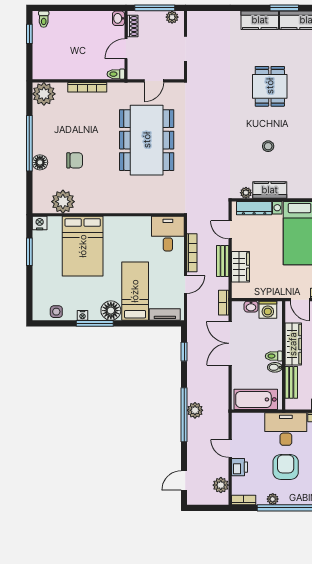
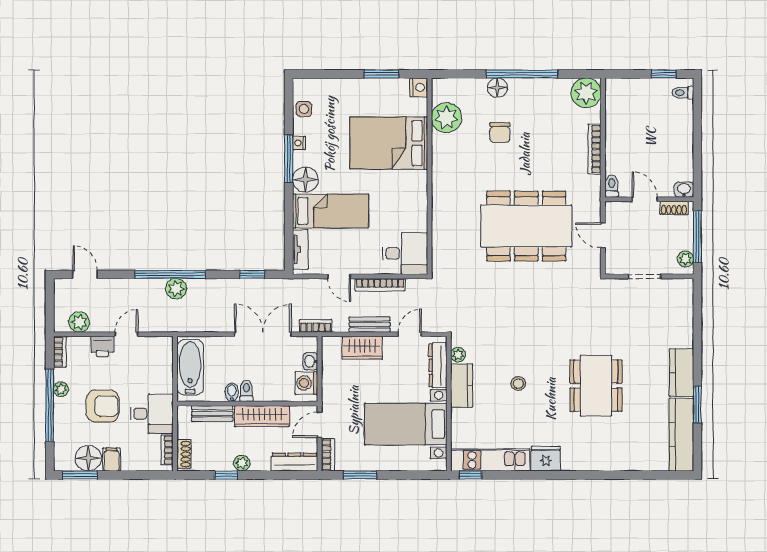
dining table: (270, 86) -> (596, 386), width x1.37
desk: (286, 429) -> (152, 414), width x0.73

